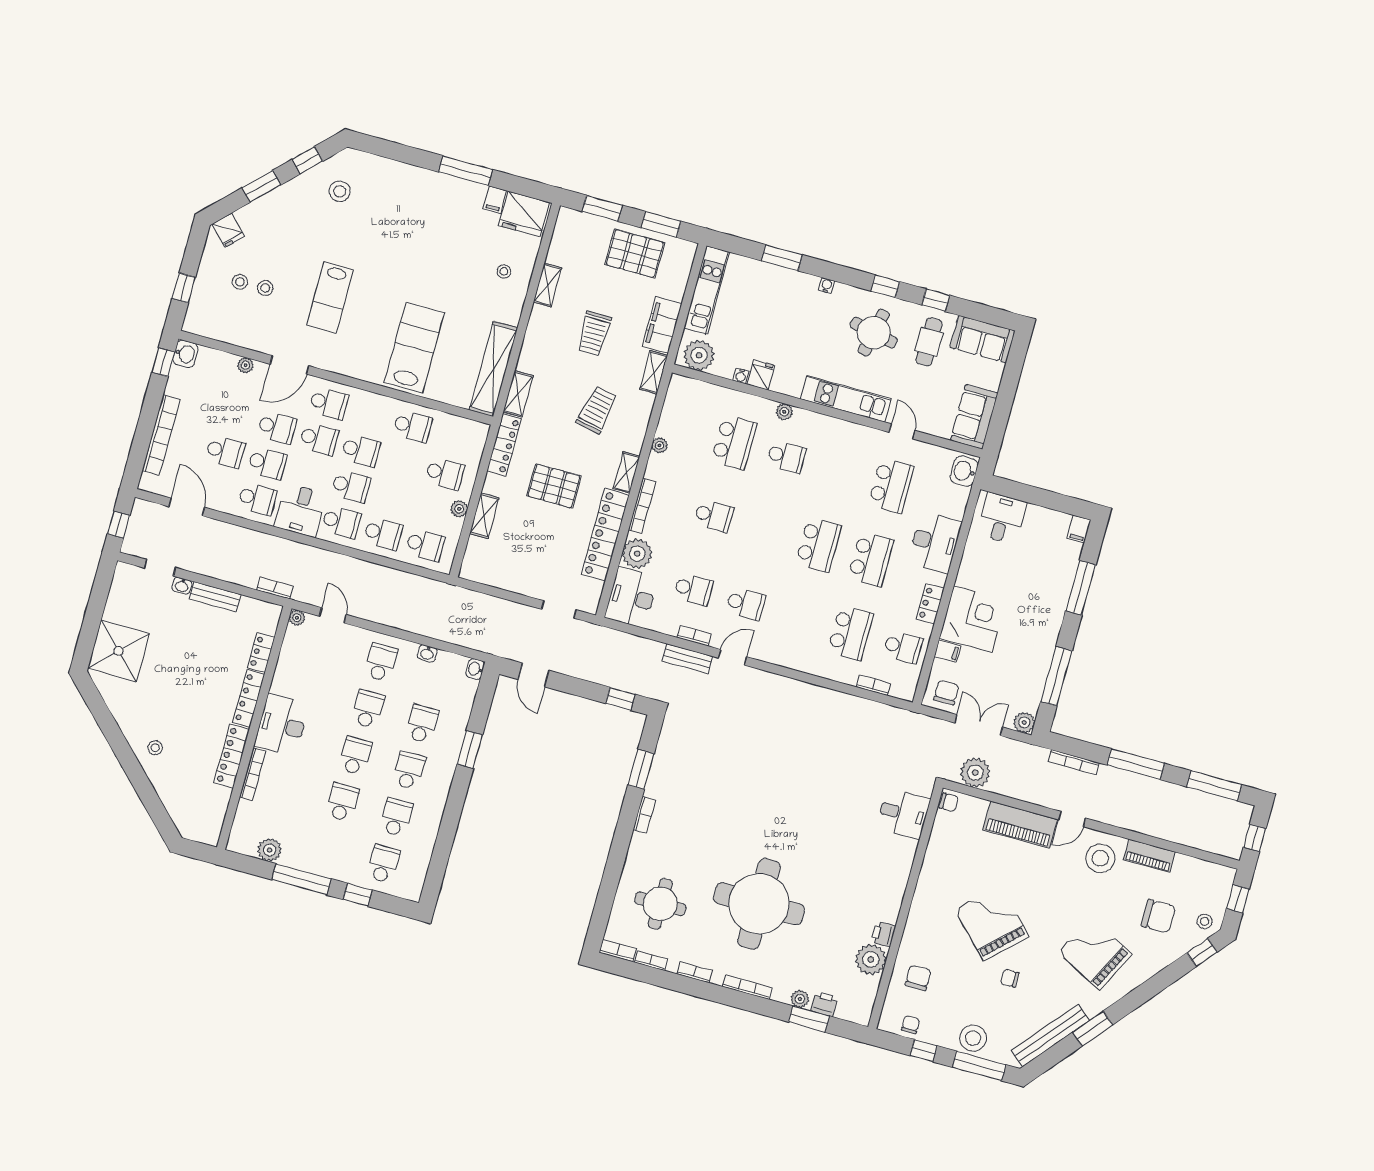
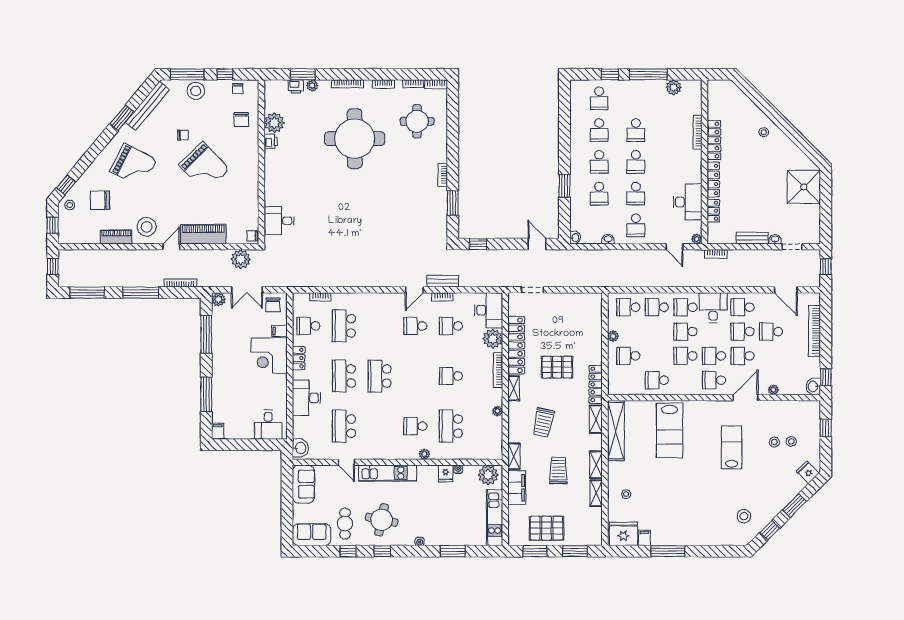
shelving: (484, 516) -> (596, 465), moved
desk: (282, 725) -> (688, 202), moved

